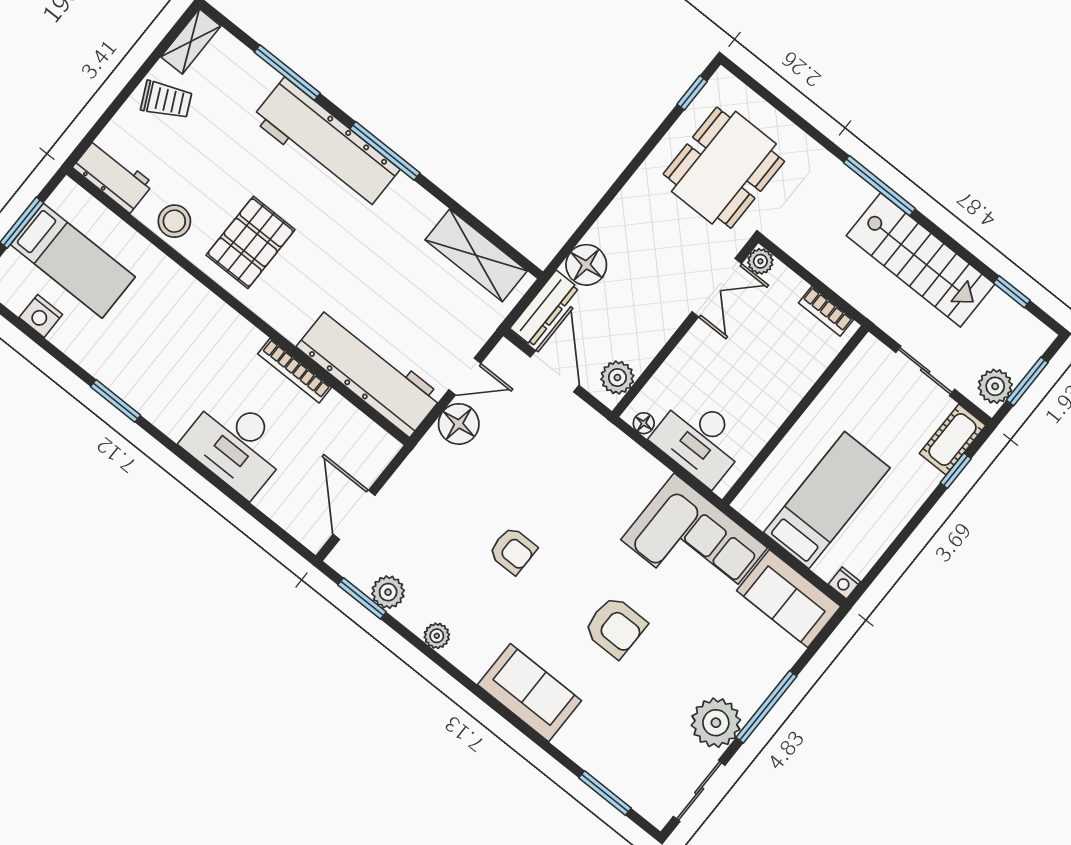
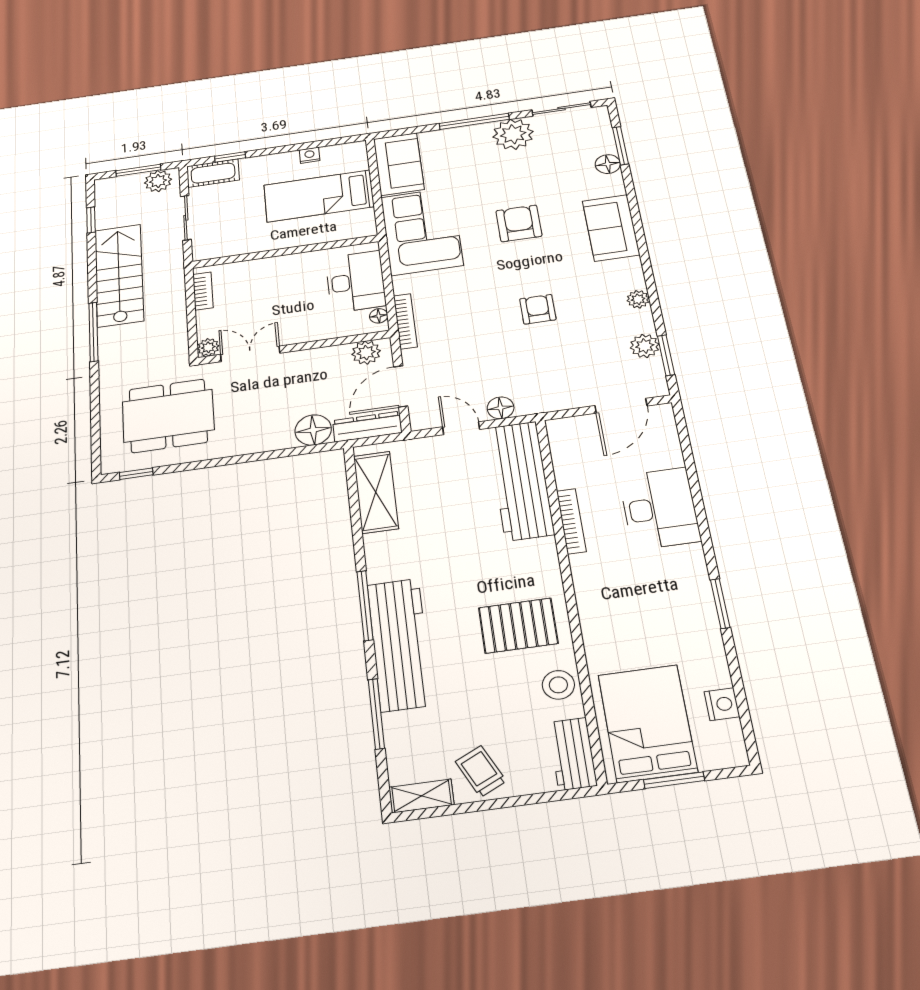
bed: (73, 261) -> (647, 723), width x1.50
floor lamp: (459, 424) -> (501, 408), width x0.73, depth x0.73
bookcase: (615, 438) -> (405, 321), added
nightstand: (844, 583) -> (310, 155), moved, turned -90
floor lamp: (597, 762) -> (608, 164), added

